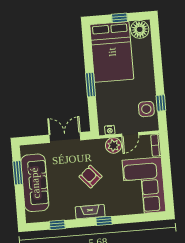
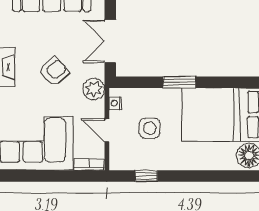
side table: (146, 109) -> (150, 128), moved
double door: (65, 137) -> (110, 41), swing flipped
plant: (113, 145) -> (94, 89), moved

